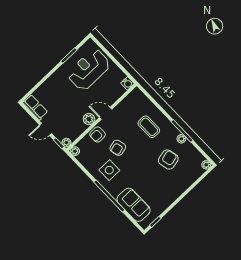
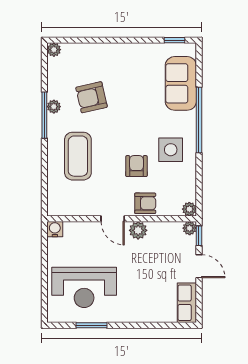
coffee table: (149, 127) -> (78, 156), width x1.36, depth x1.32
armchair: (118, 148) -> (136, 166), turned -76

